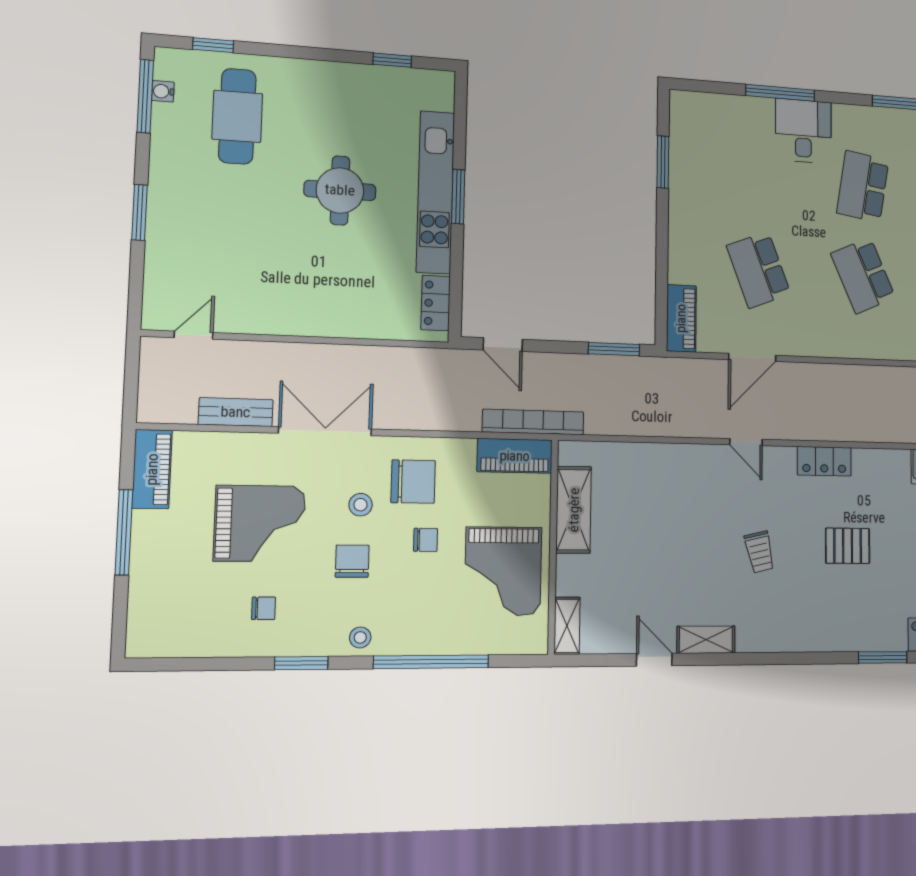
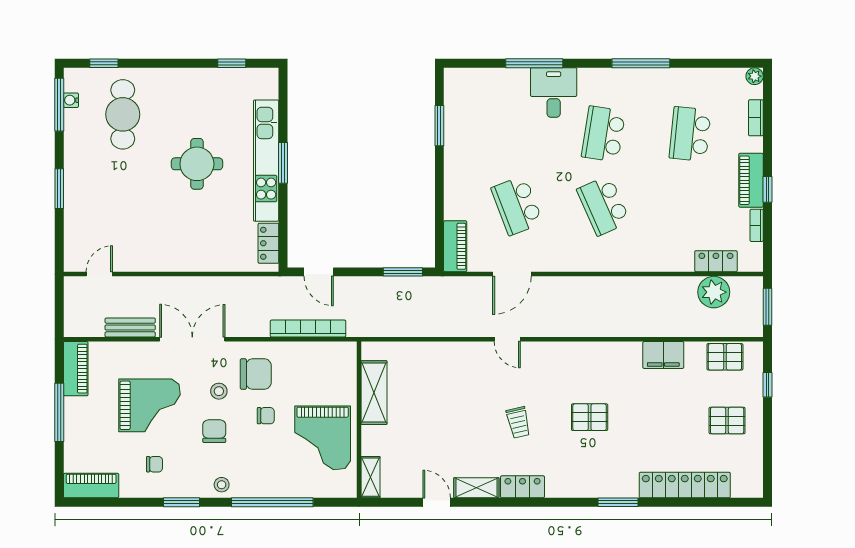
bookcase: (533, 422) -> (308, 329), moved
piano: (515, 456) -> (91, 486), moved, turned 180
locker: (824, 461) -> (522, 487), moved, turned 180

